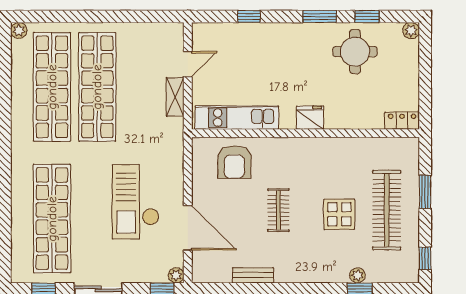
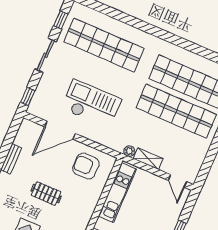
door: (188, 64) -> (177, 181), moved
armchair: (234, 162) -> (86, 166), moved
plant: (176, 275) -> (129, 151), moved

